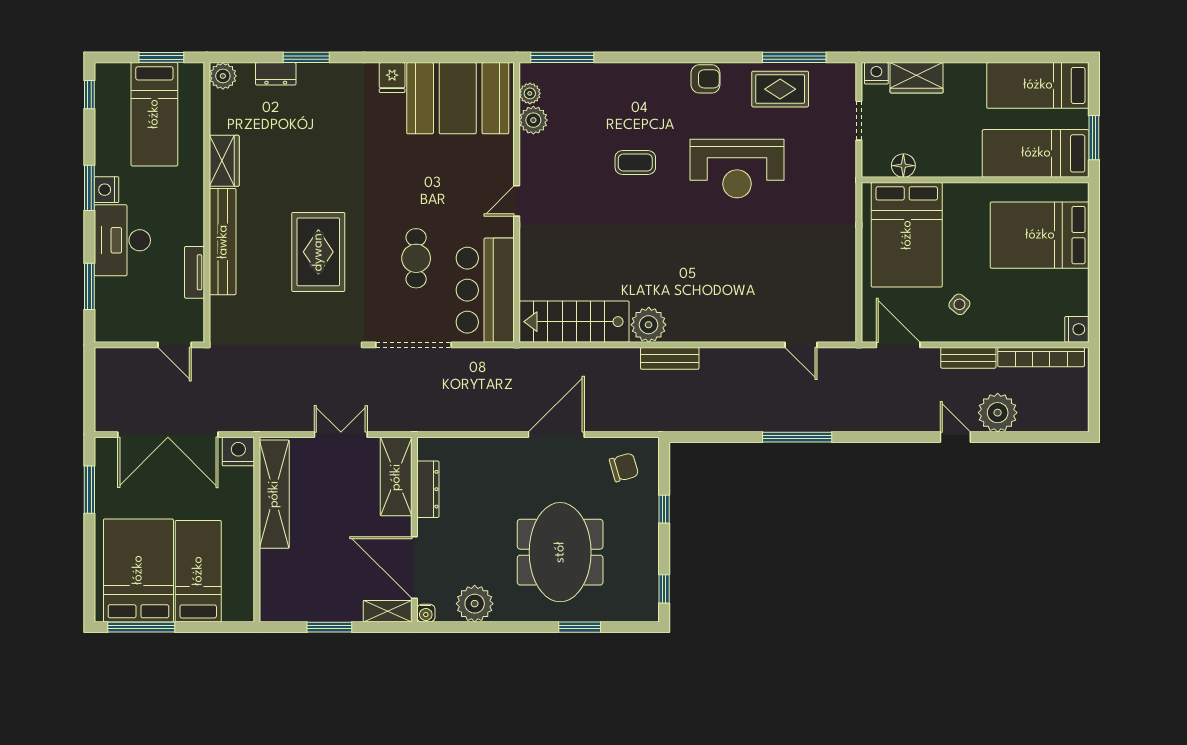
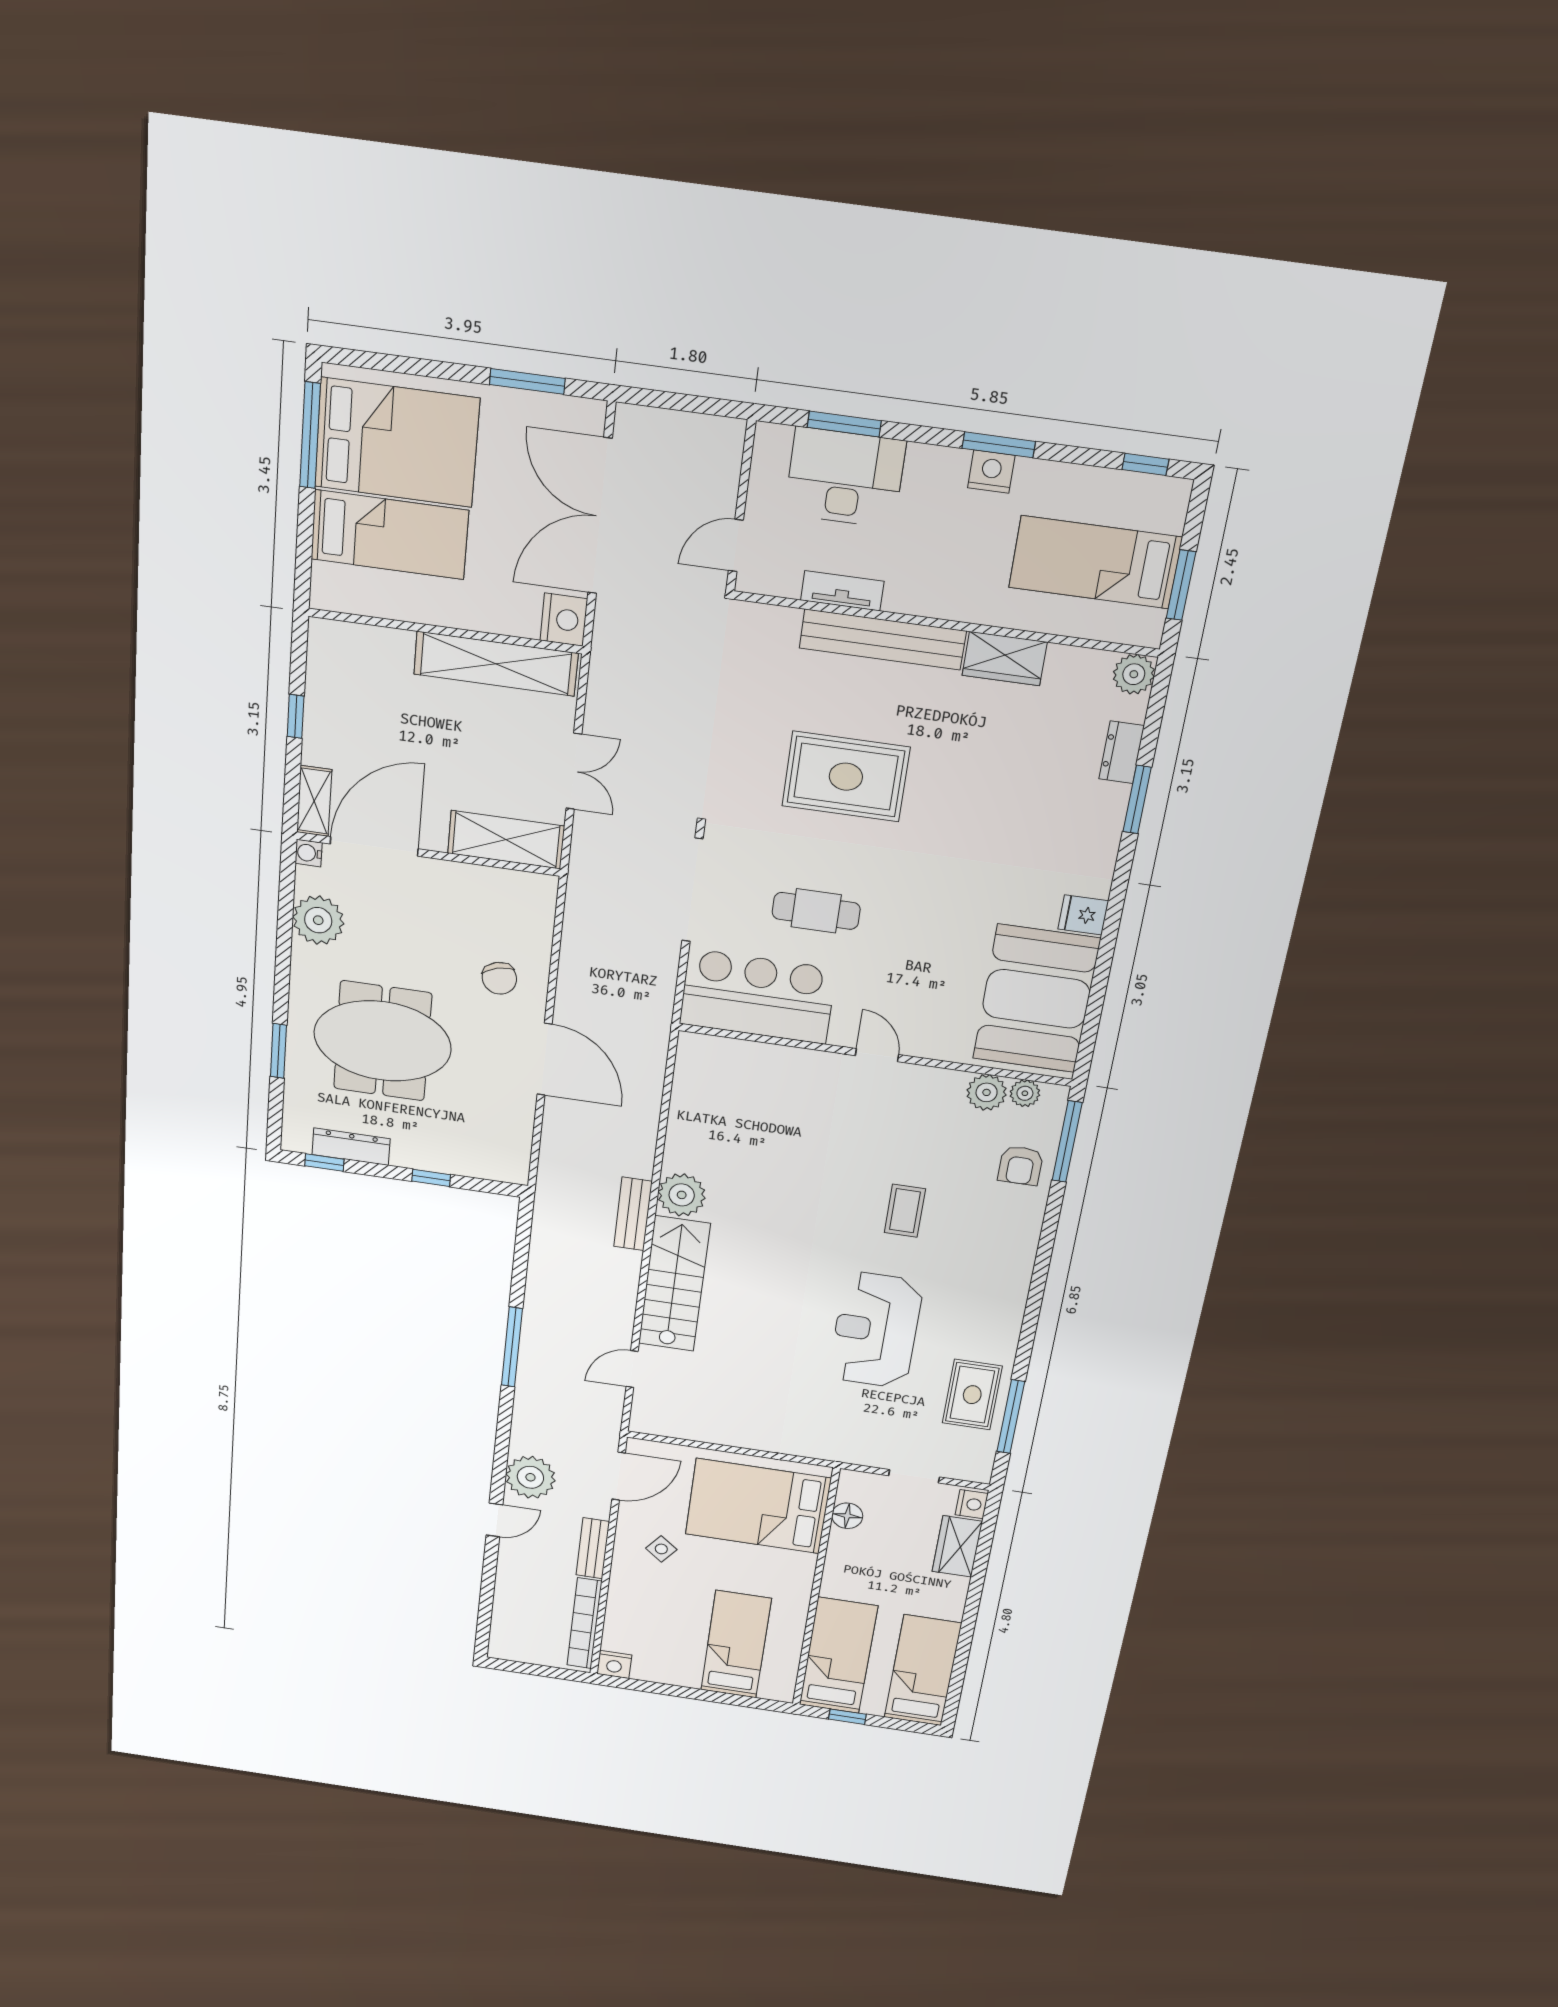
armchair: (705, 79) -> (1021, 1165), moved
window: (1094, 138) -> (847, 1717), width x0.67
bed: (1040, 235) -> (736, 1644), width x0.67
desk: (122, 240) -> (845, 478), moved
stairs: (574, 322) -> (674, 1284), moved
plant: (998, 413) -> (530, 1477), moved
chair: (624, 467) -> (499, 978), moved
dresser: (428, 489) -> (351, 1147), moved, turned 180
window: (329, 627) -> (296, 716), width x0.67

